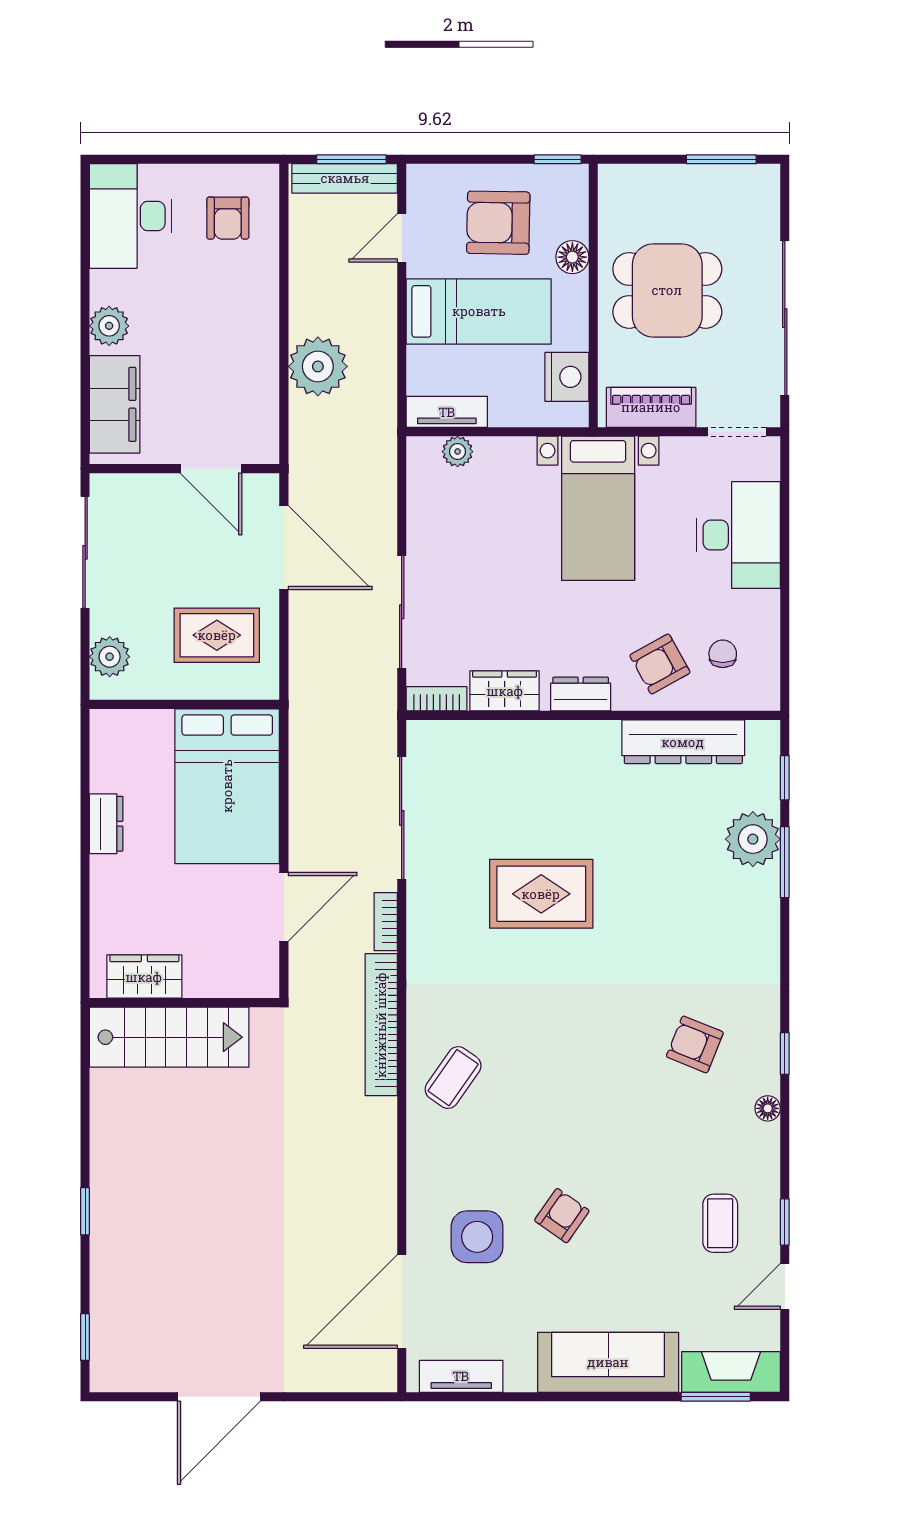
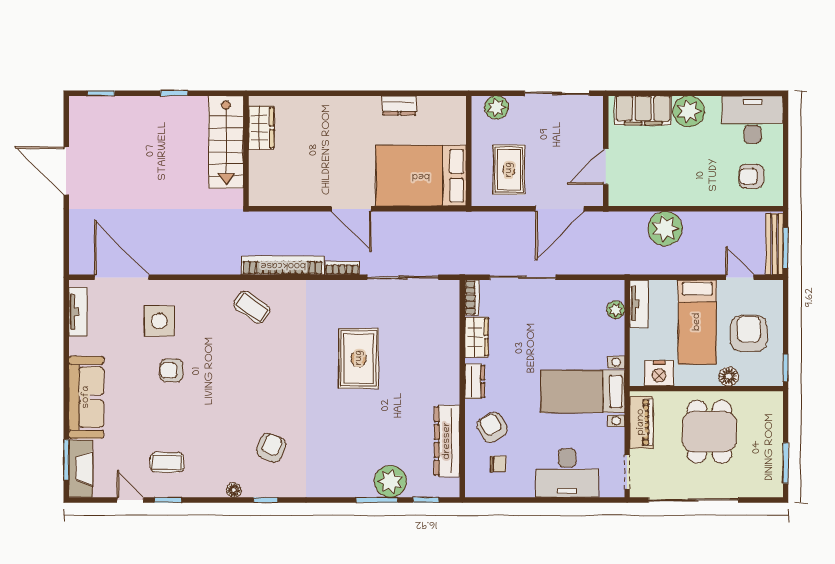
plant: (109, 326) -> (689, 111), width x1.36, depth x1.36
wardrobe: (144, 977) -> (261, 128), moved
wall: (184, 1003) -> (246, 151), moved
stairs: (169, 1037) -> (226, 142), moved
armchair: (562, 1216) -> (172, 370), turned 145

